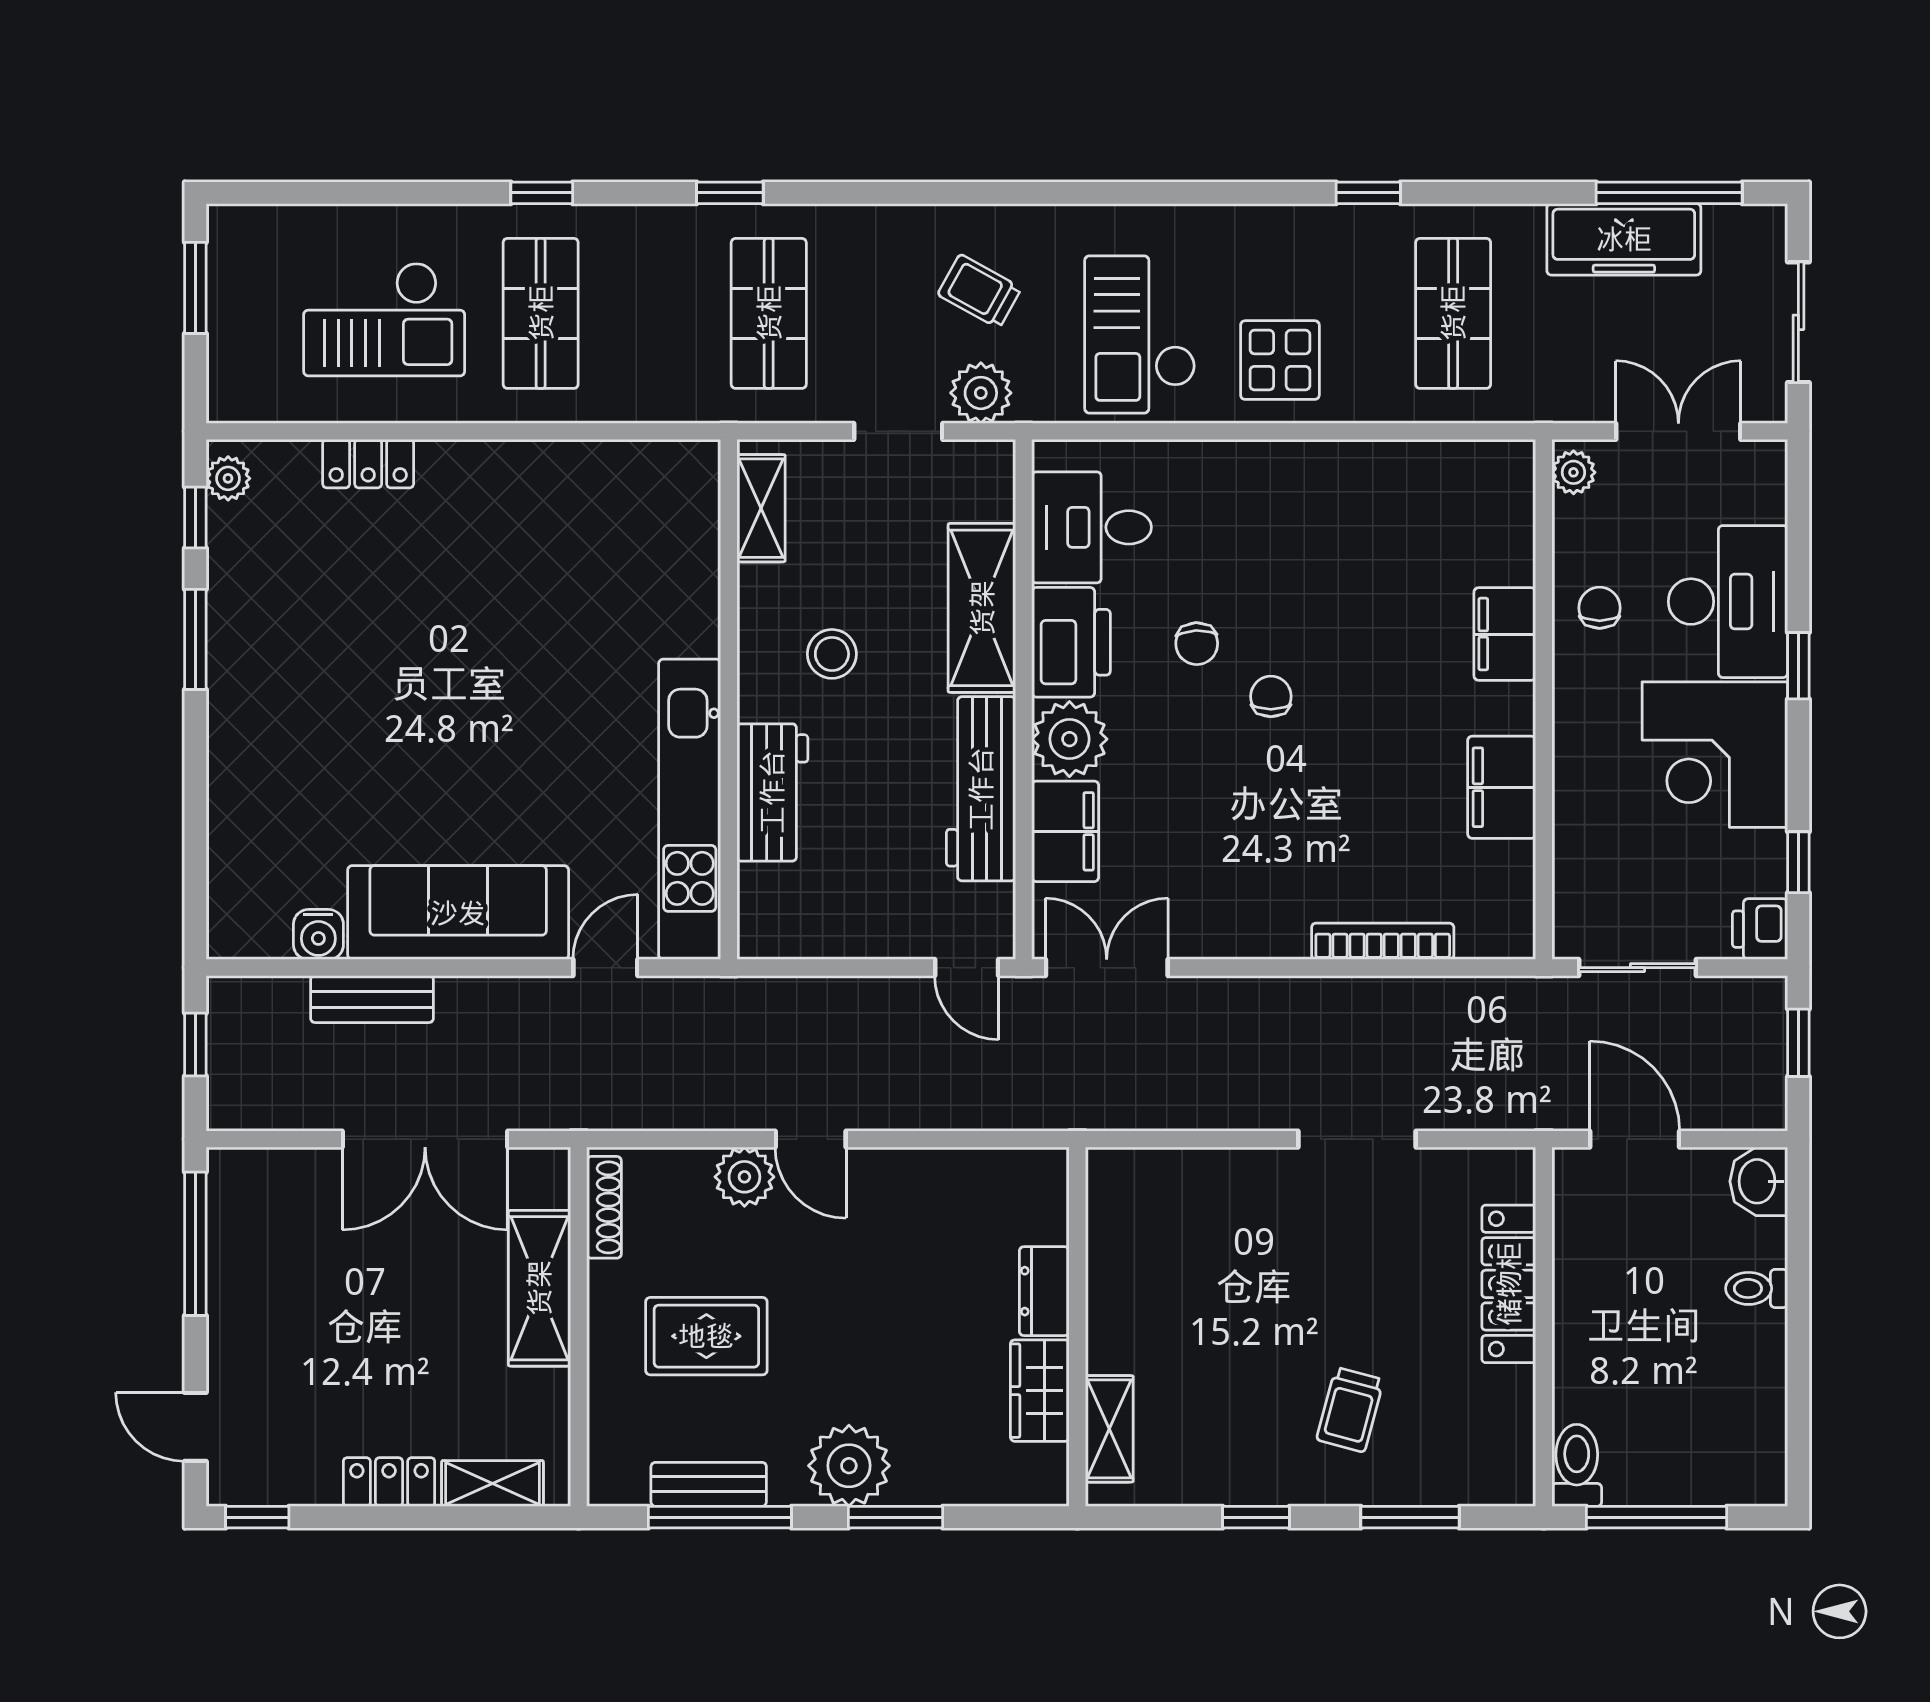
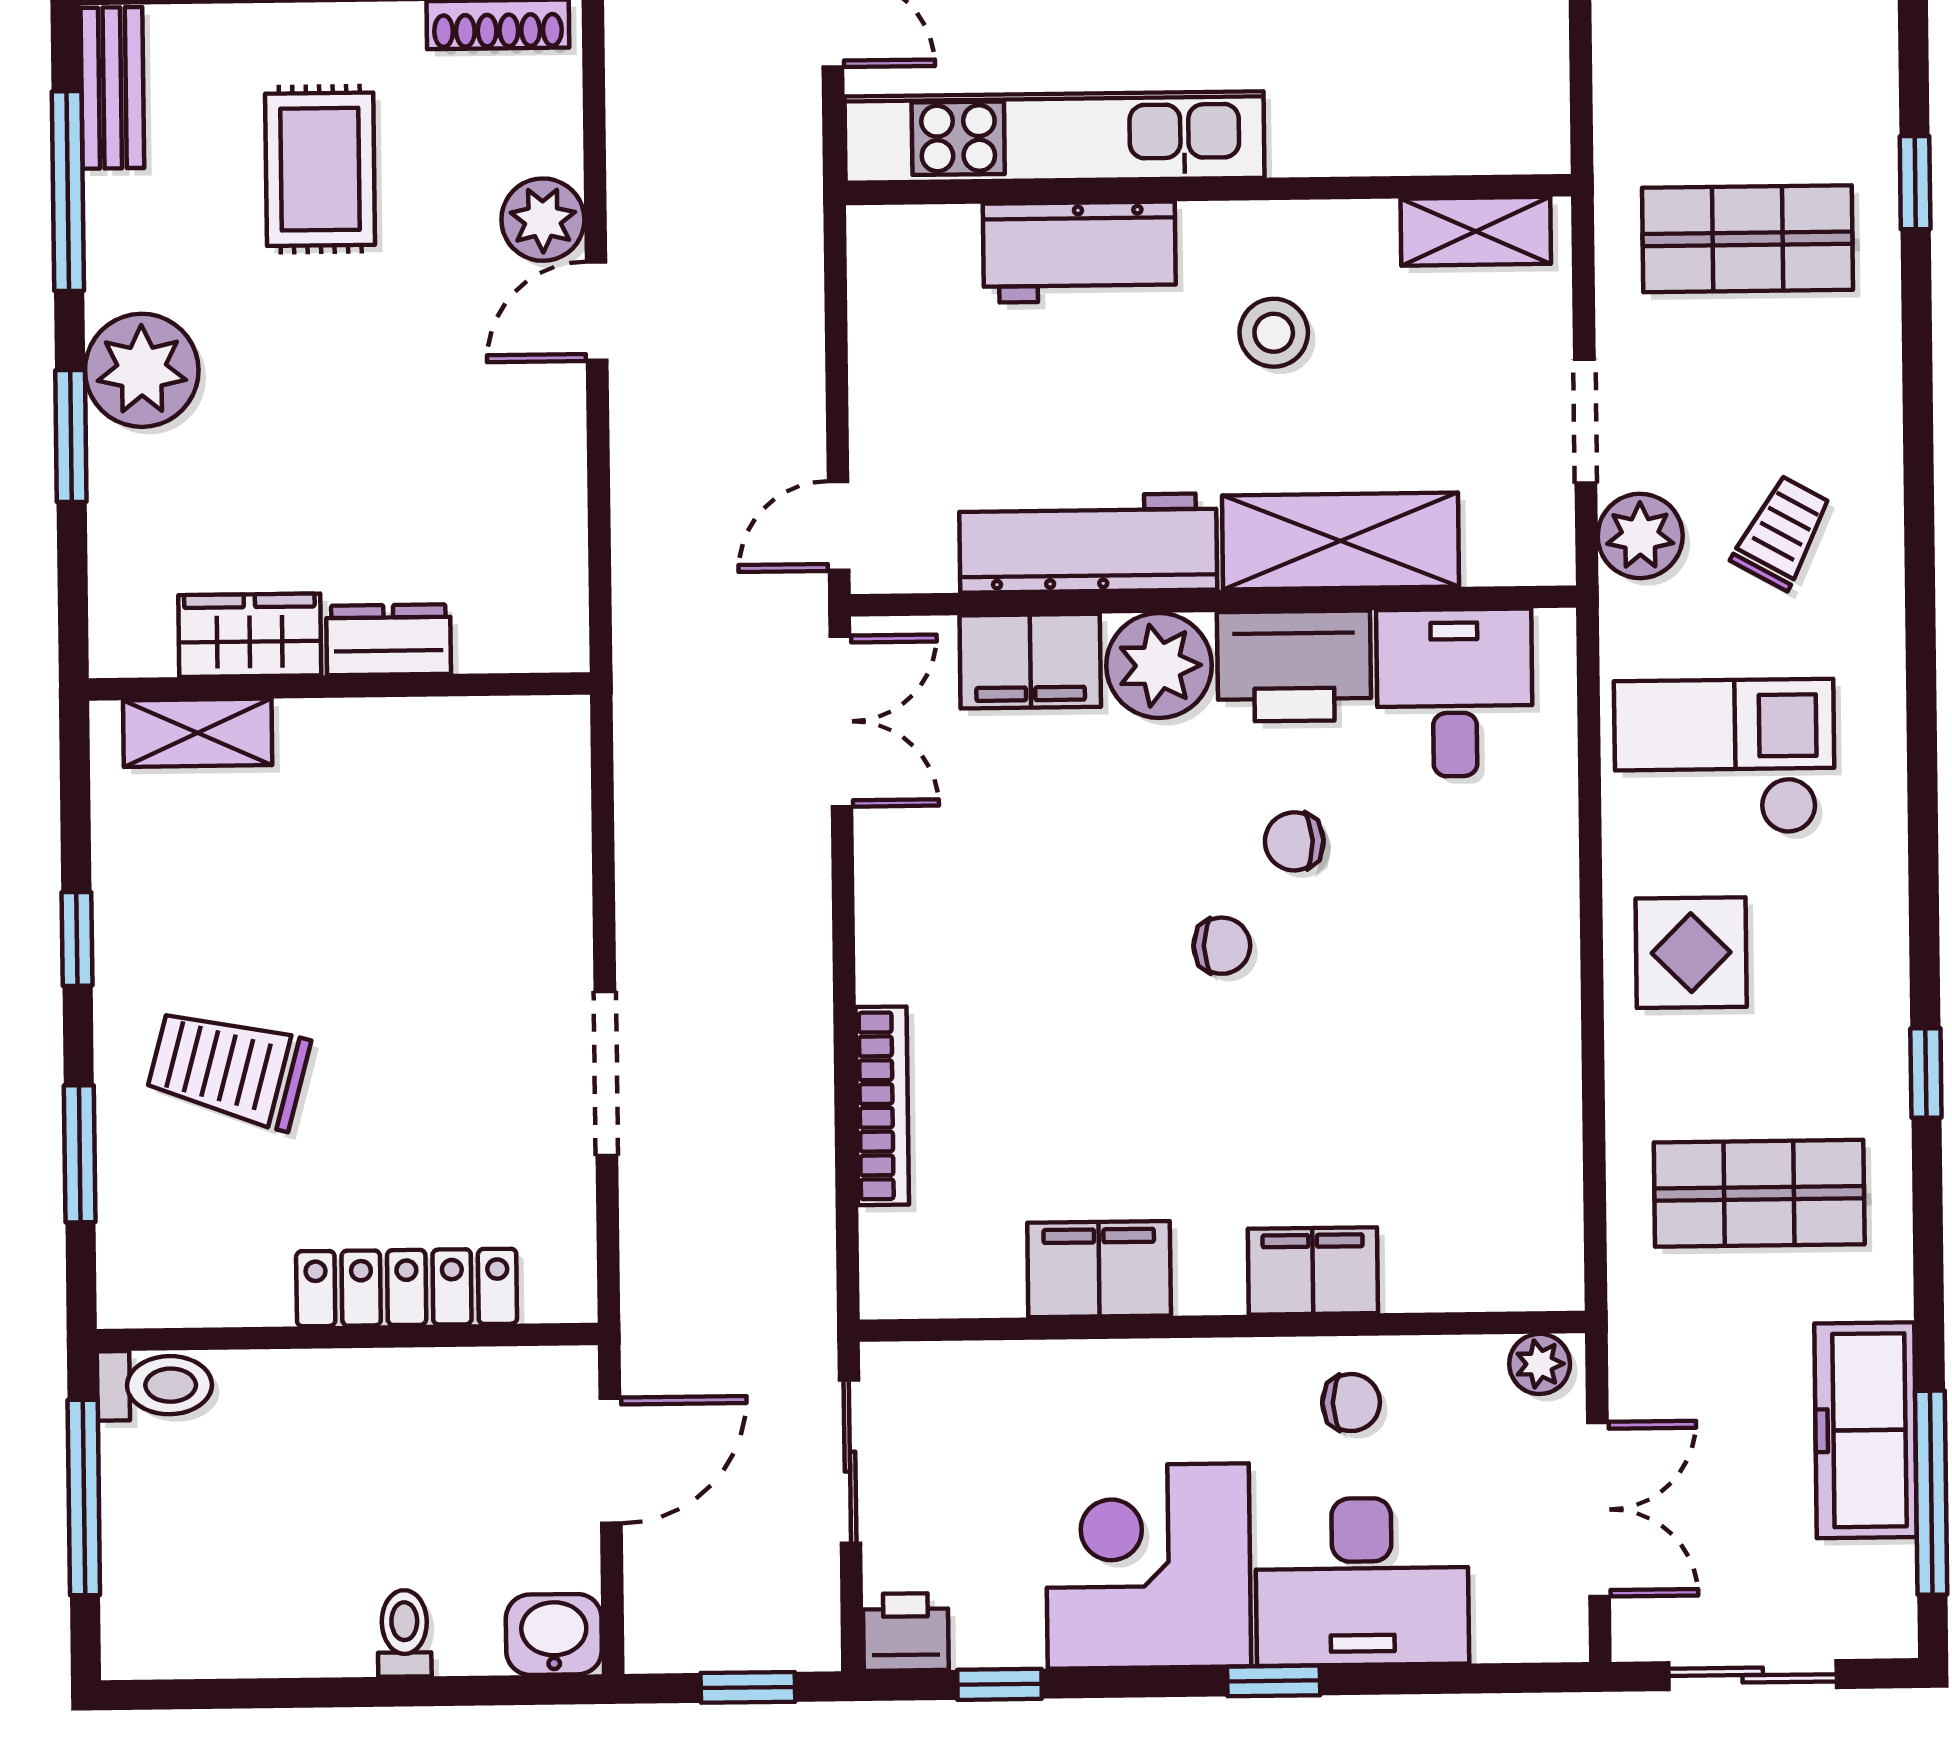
trolley: (1350, 1410) -> (228, 1068), width x1.36, depth x1.39
bench: (709, 1484) -> (112, 88), moved

